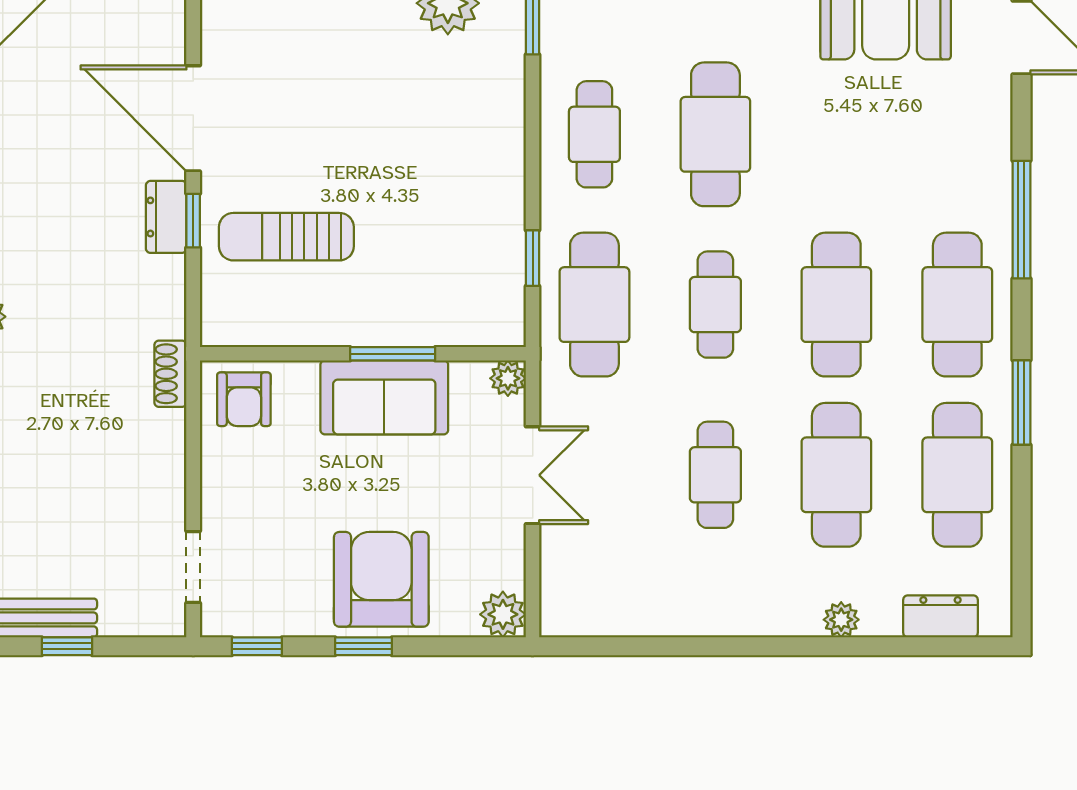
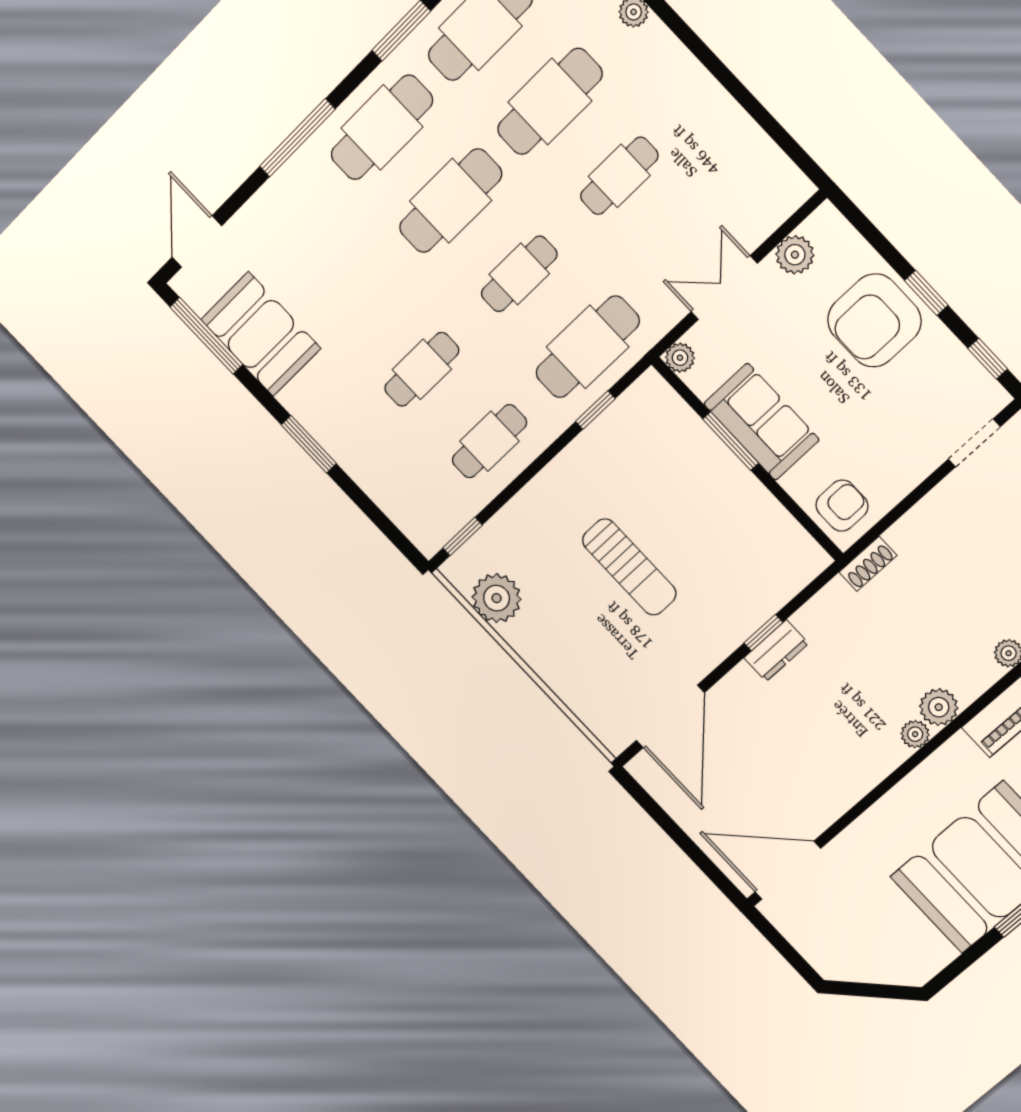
door: (193, 118) -> (670, 717), moved
cafe table: (715, 134) -> (422, 369), width x0.73, depth x0.74
sun lounger: (286, 237) -> (629, 567), moved
plant: (503, 614) -> (795, 255), moved

